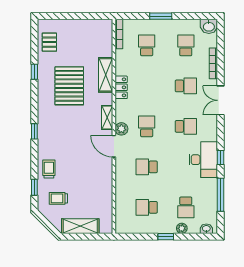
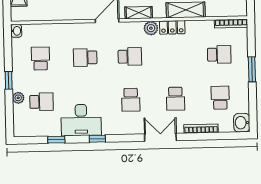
school desk: (186, 45) -> (220, 98), turned -90
plant: (121, 129) -> (151, 28), moved
desk: (203, 160) -> (81, 120), moved
school desk: (147, 167) -> (85, 58), turned -90
window: (220, 195) -> (56, 140), width x0.46
school desk: (186, 207) -> (41, 102), turned 180
washbasin: (206, 229) -> (16, 31), moved

